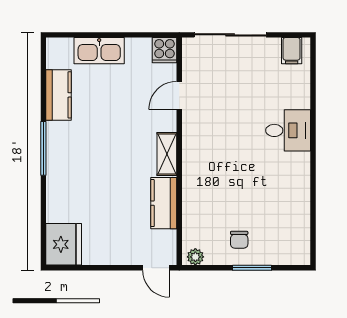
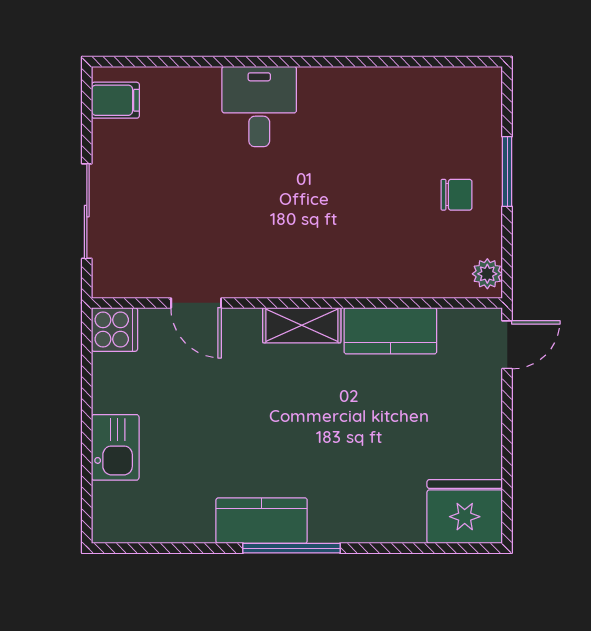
sliding door: (230, 35) -> (87, 211), width x0.73
kitchen sink: (99, 51) -> (115, 447), width x0.73
kitchen counter: (59, 95) -> (262, 521), moved

